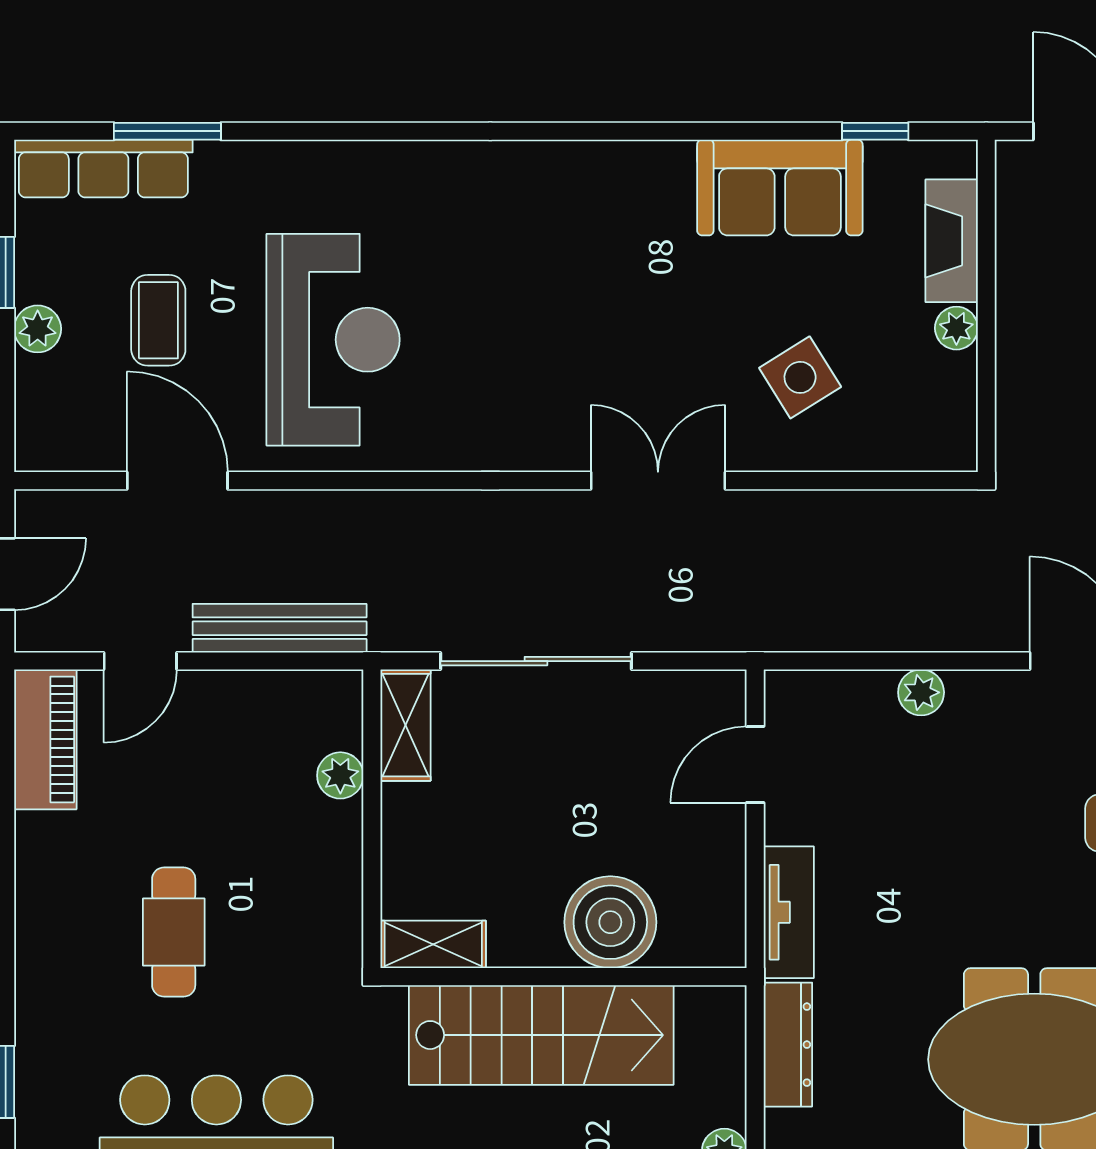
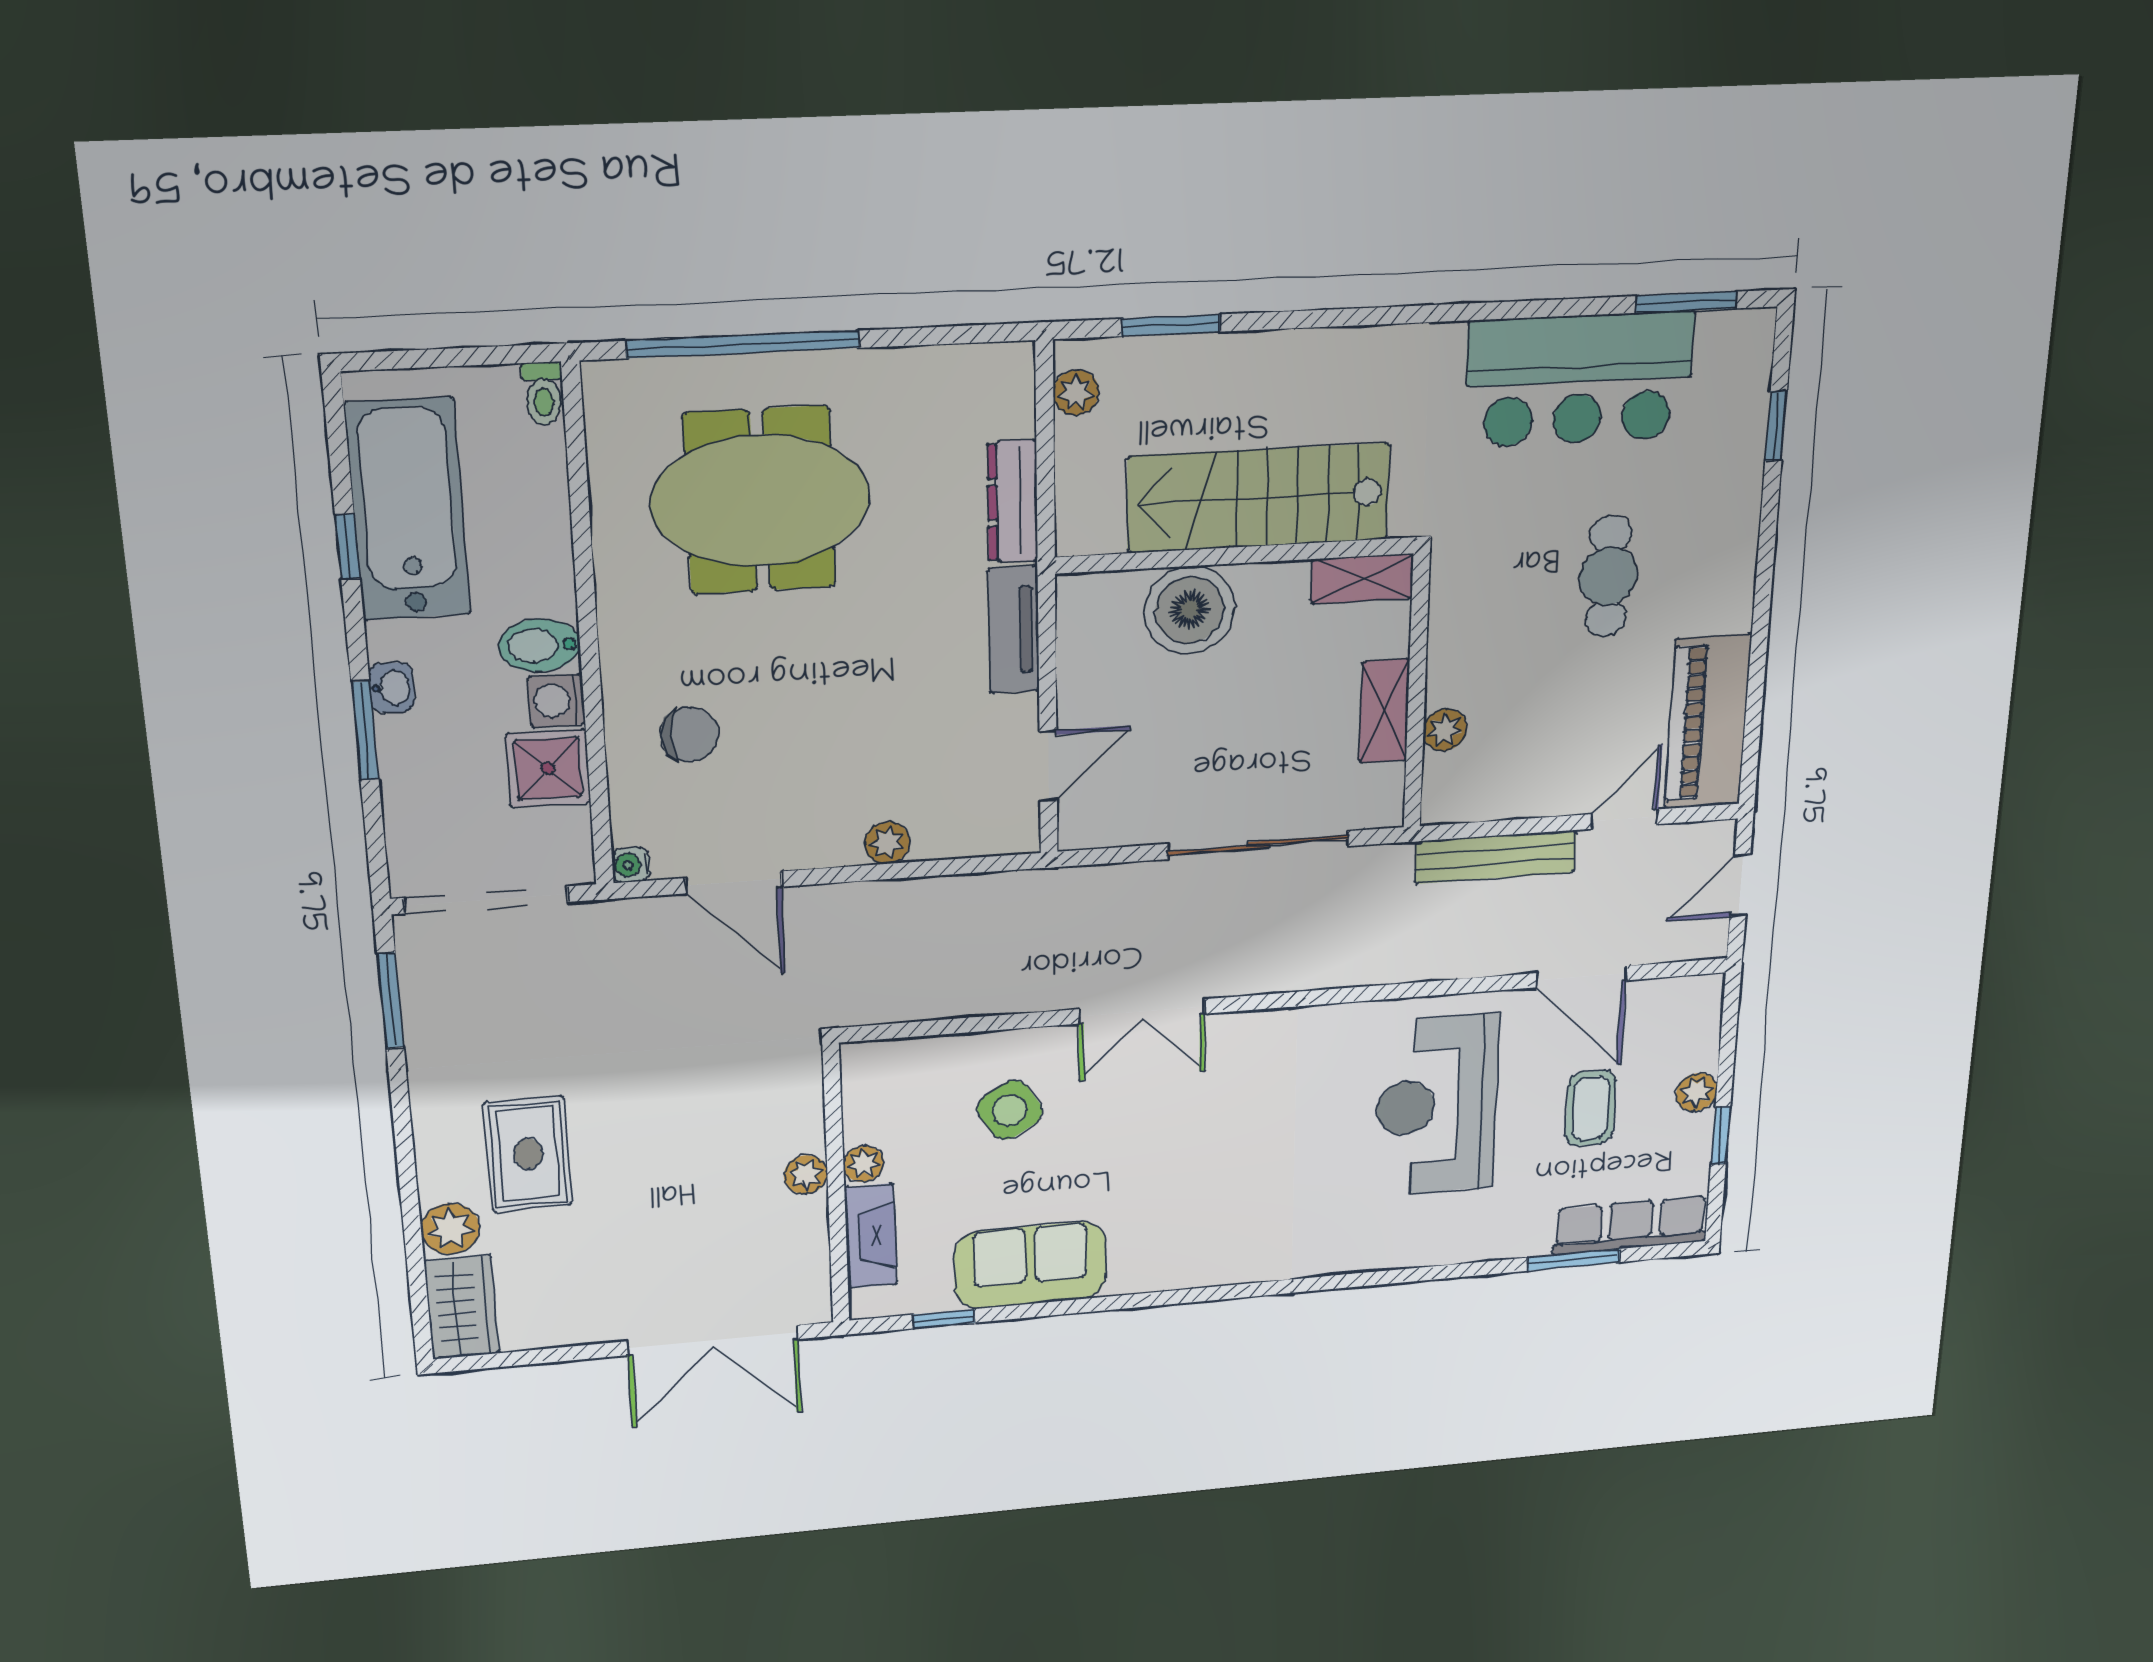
plant: (1018, 321) -> (806, 1175), added
shelving: (405, 725) -> (1384, 711), moved
piano: (45, 739) -> (1708, 722), width x1.37, depth x1.33

